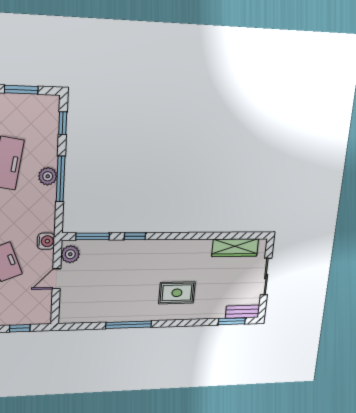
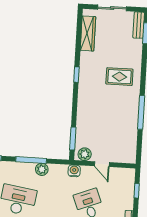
plant: (48, 176) -> (42, 169), moved
window: (135, 236) -> (76, 75), moved
rug: (177, 293) -> (119, 77), turned 90

